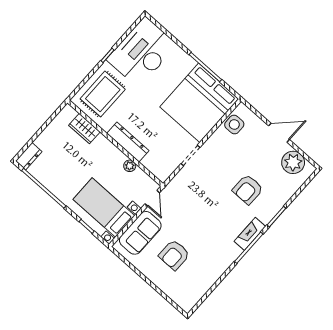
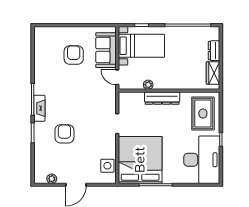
wardrobe: (84, 129) -> (213, 73), moved, turned -90
dresser: (29, 156) -> (214, 51), moved
plant: (293, 162) -> (52, 179), width x0.53, depth x0.53

